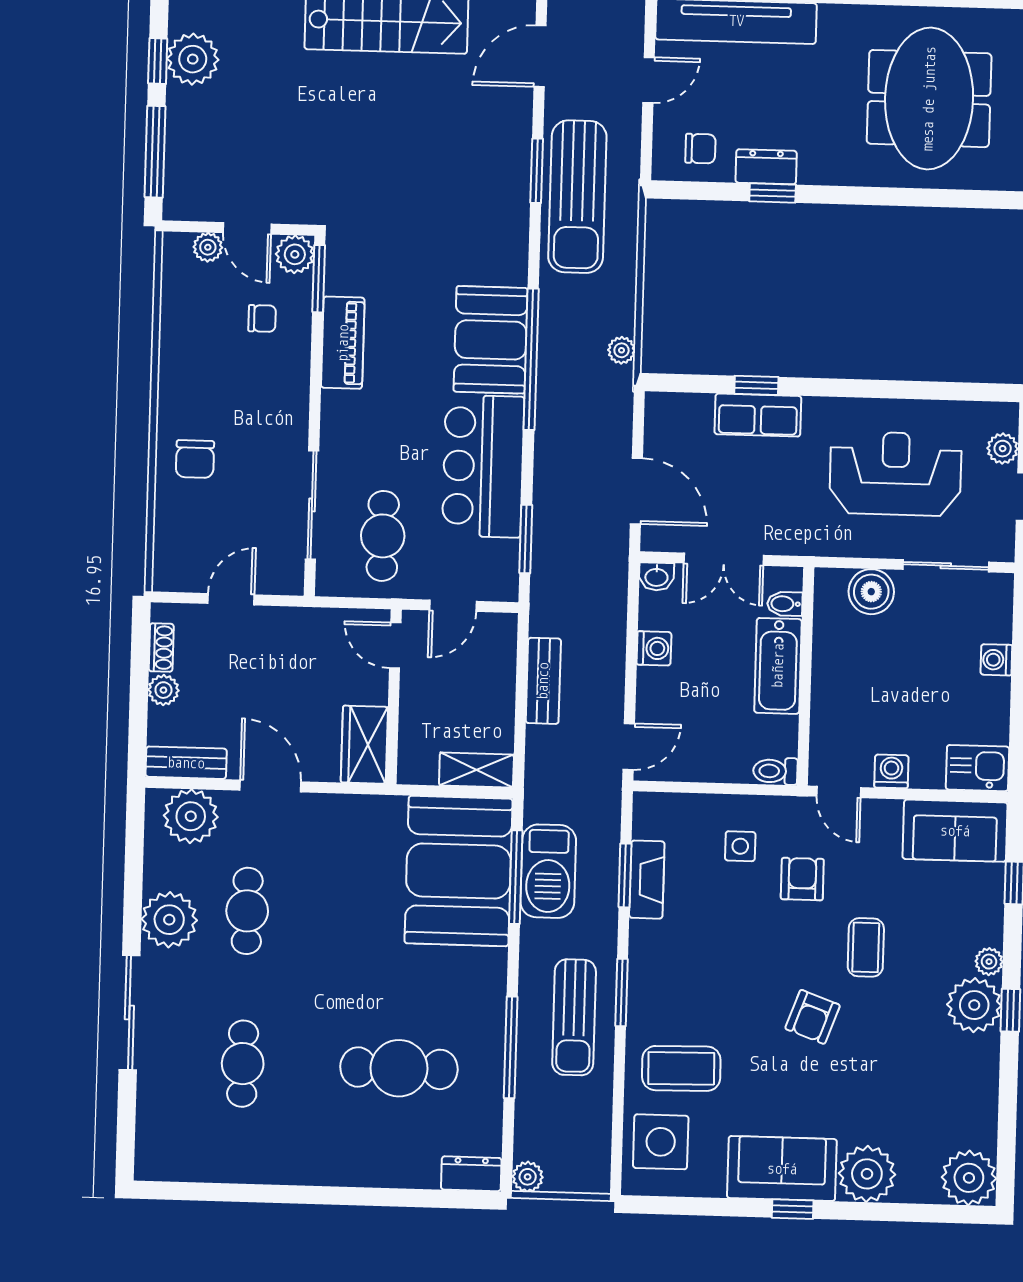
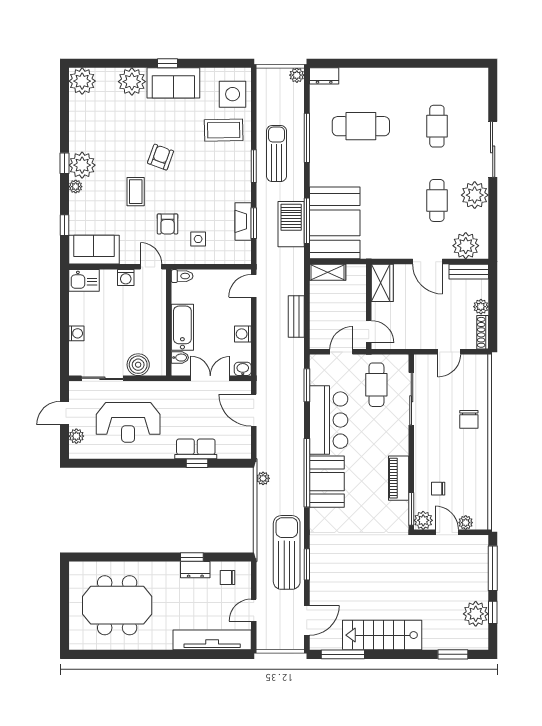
meeting table: (929, 99) -> (117, 605), turned 90
chair: (195, 459) -> (469, 419), turned 180
shoe rack: (161, 648) -> (483, 332), width x1.43

